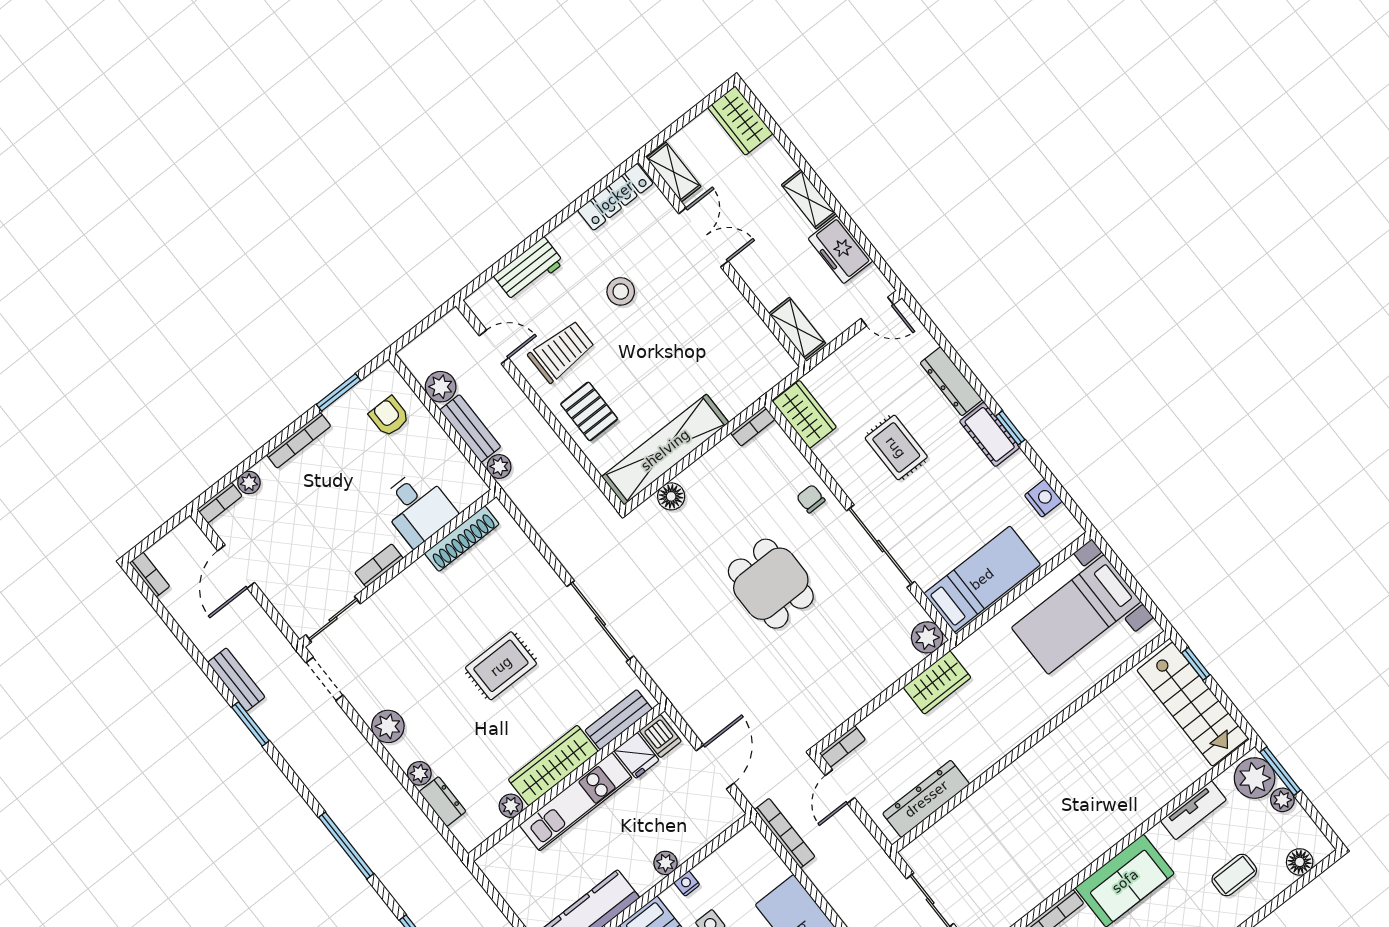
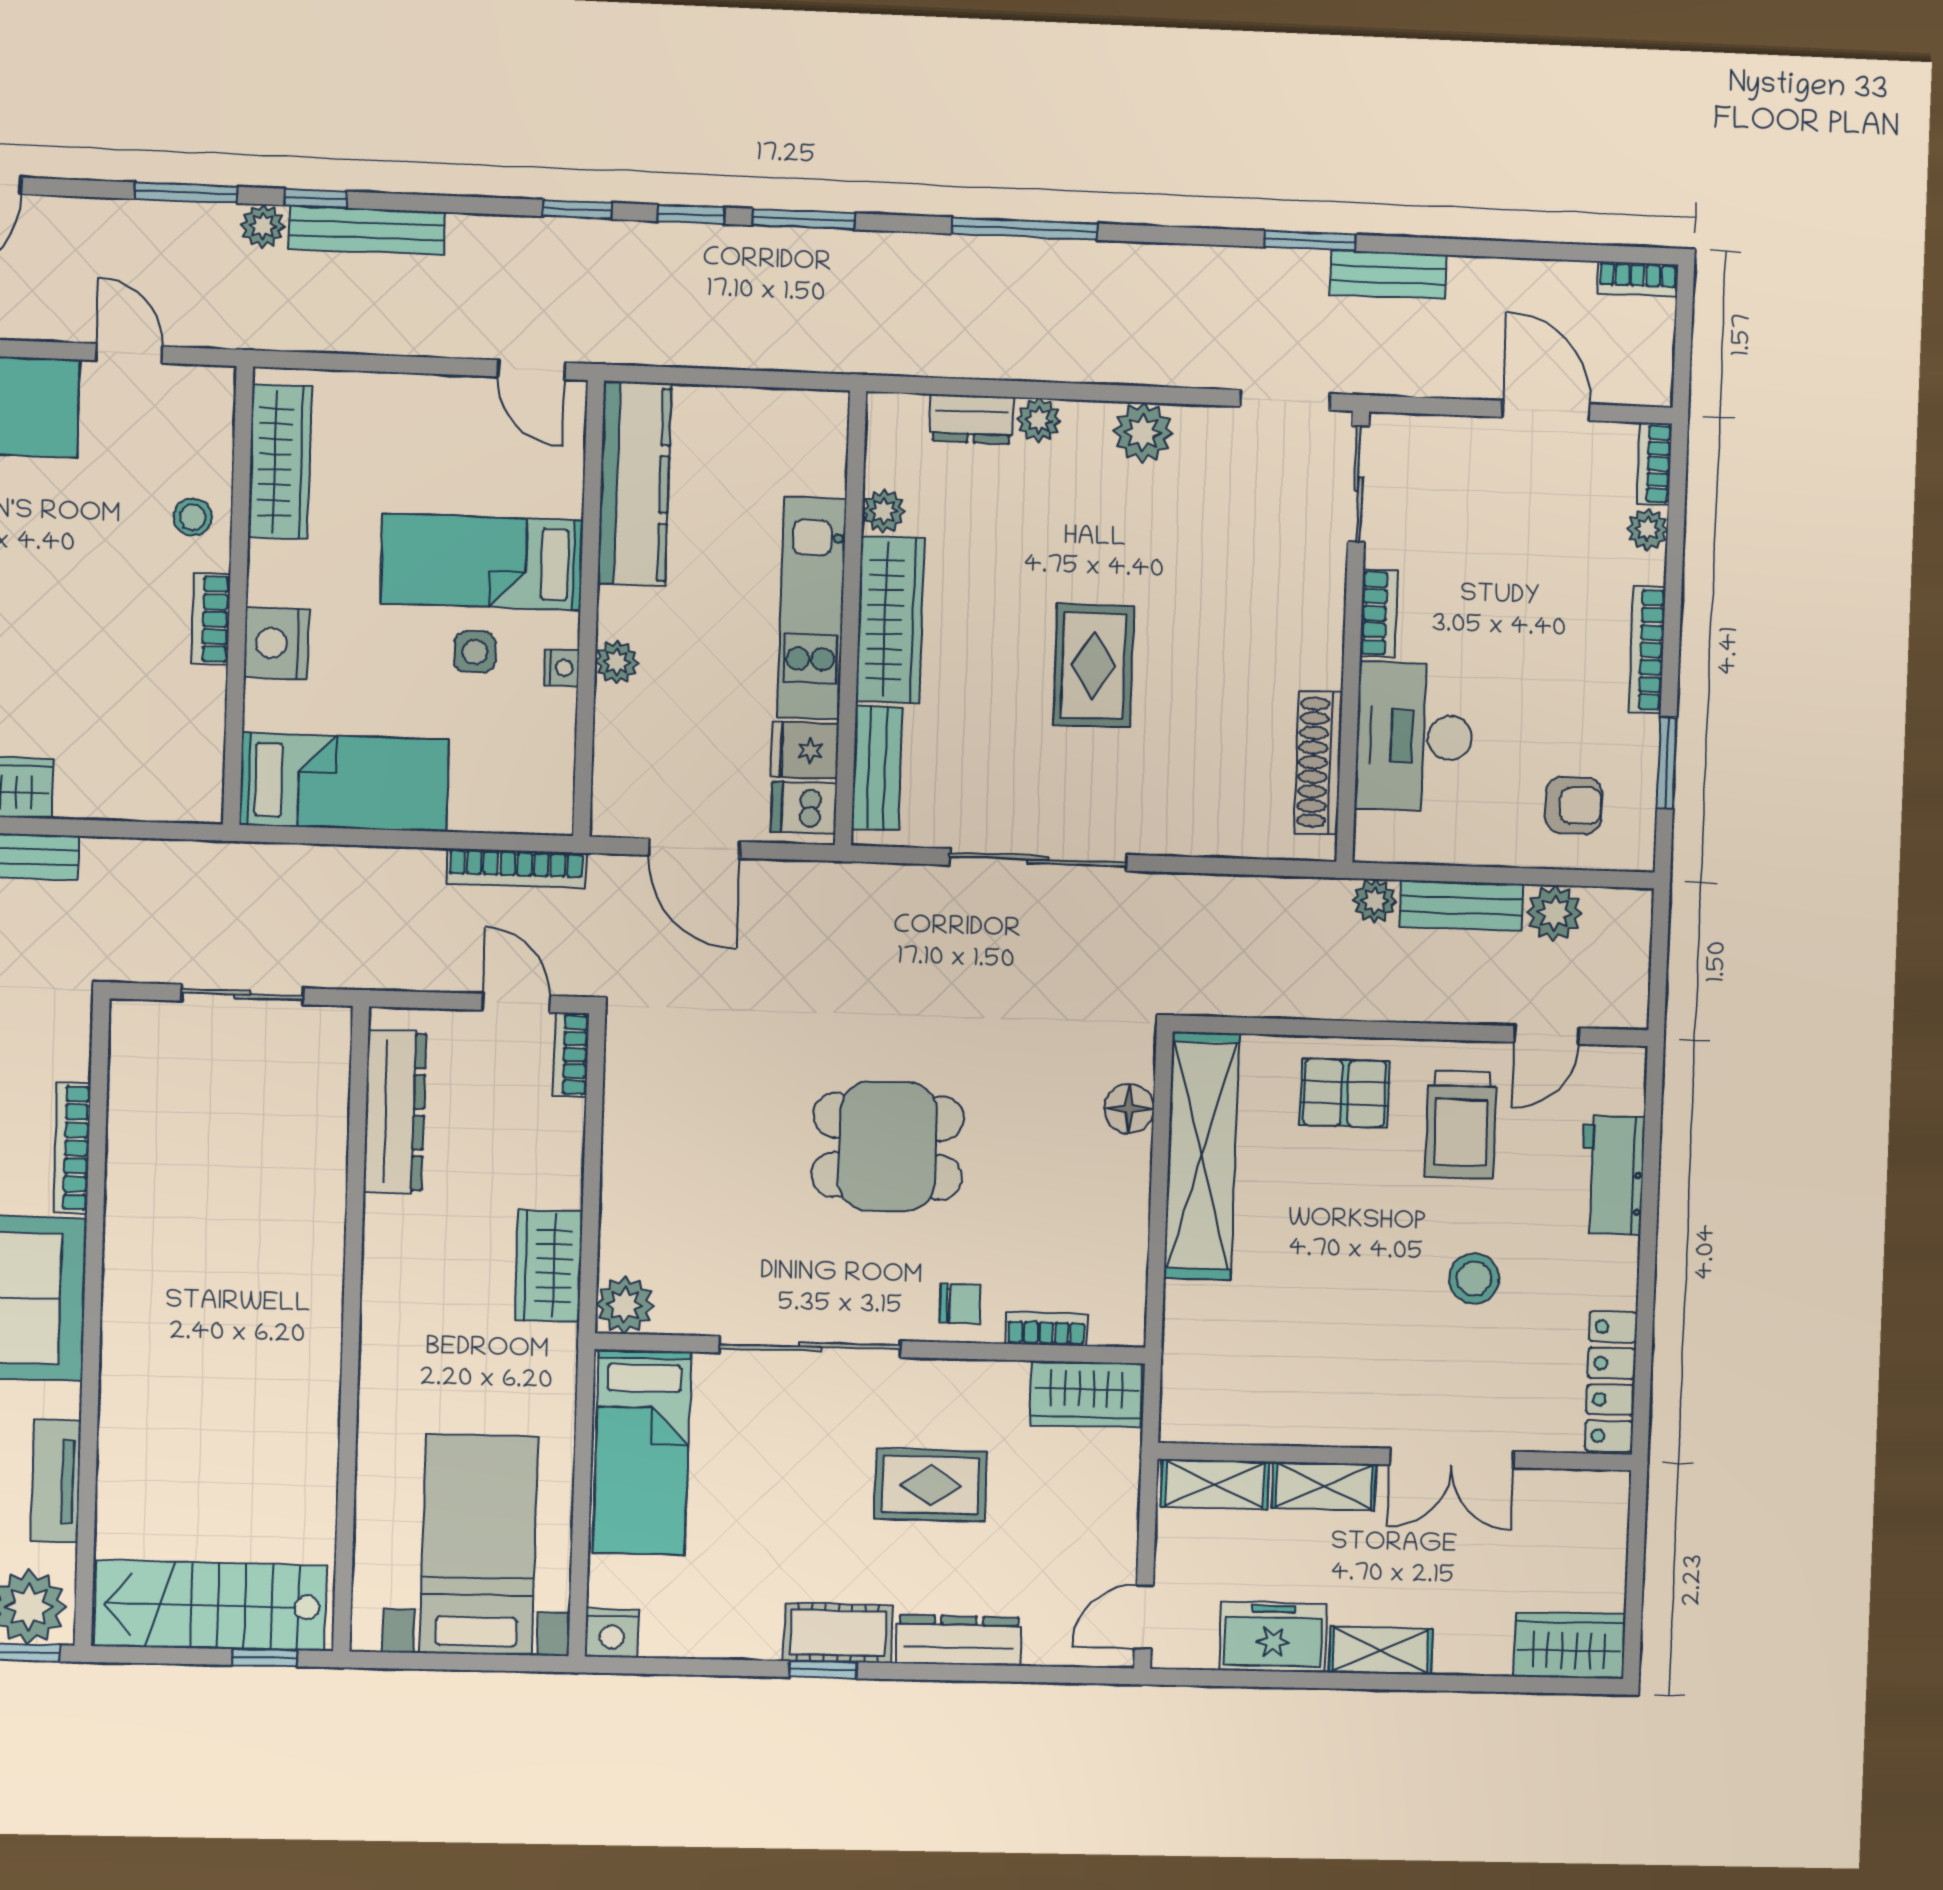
shelving: (674, 172) -> (1324, 1486), moved
bookcase: (753, 426) -> (1046, 1329), moved, turned 90
nightstand: (1043, 498) -> (612, 1633), moved
desk: (417, 507) -> (1414, 737), width x1.37

